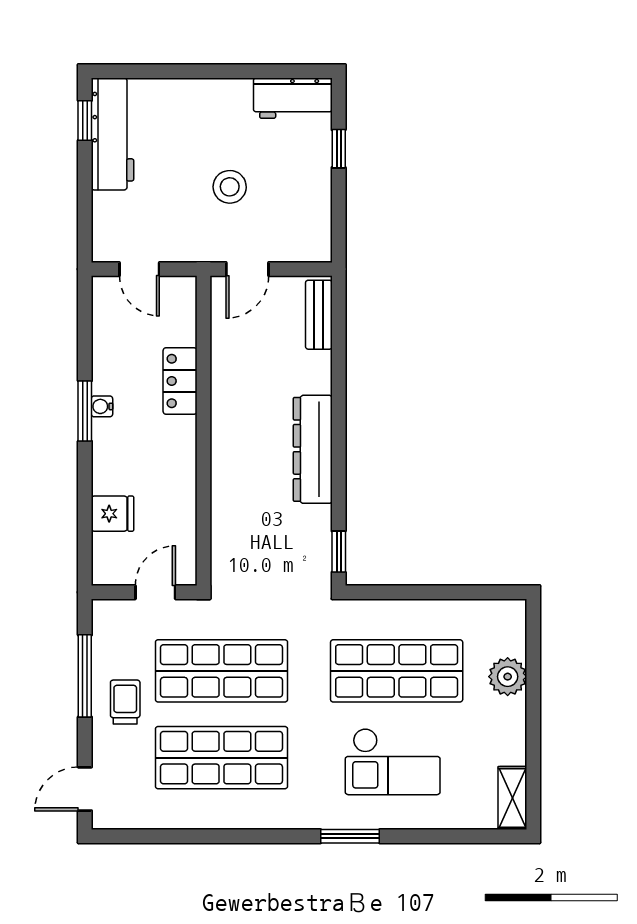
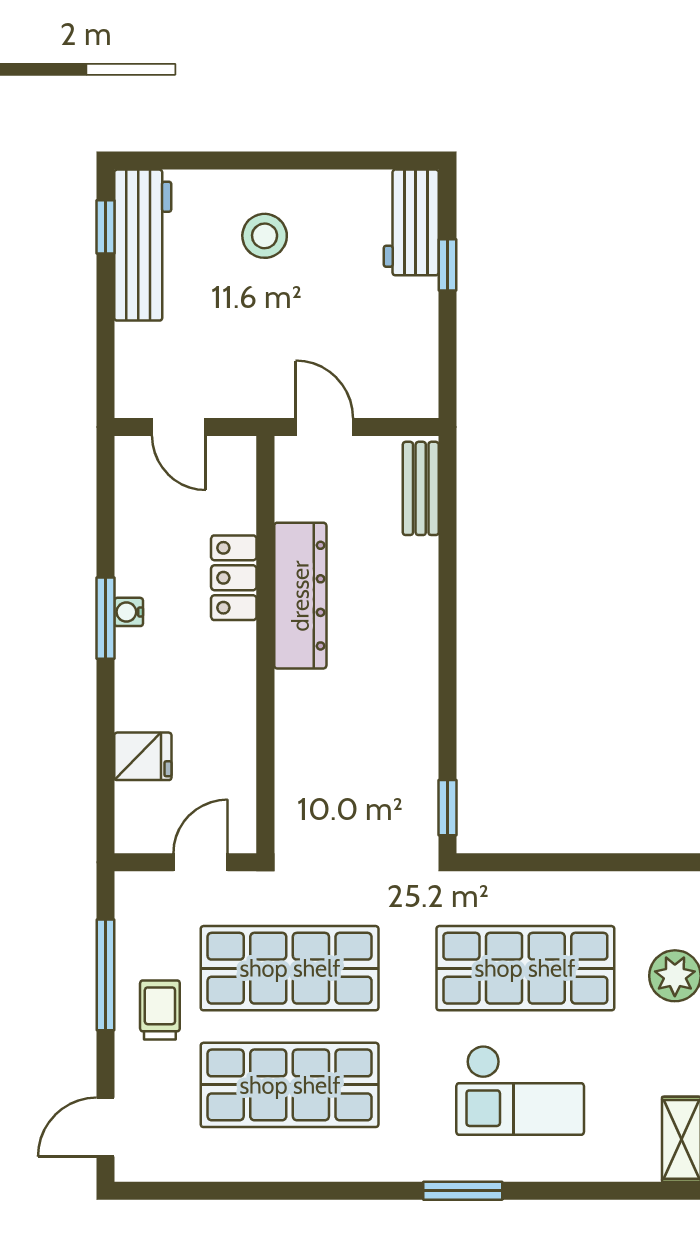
workbench: (293, 98) -> (411, 222), moved, turned 90
stool: (230, 187) -> (265, 236), moved
door: (247, 269) -> (324, 427), swing flipped
dresser: (313, 449) -> (300, 596), moved, turned 180

